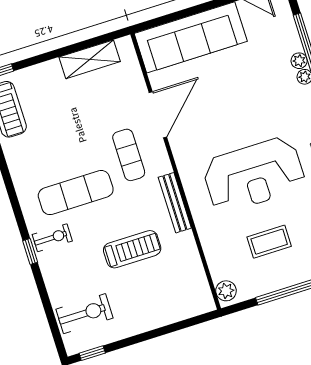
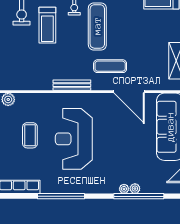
treadmill: (132, 249) -> (47, 25), moved

